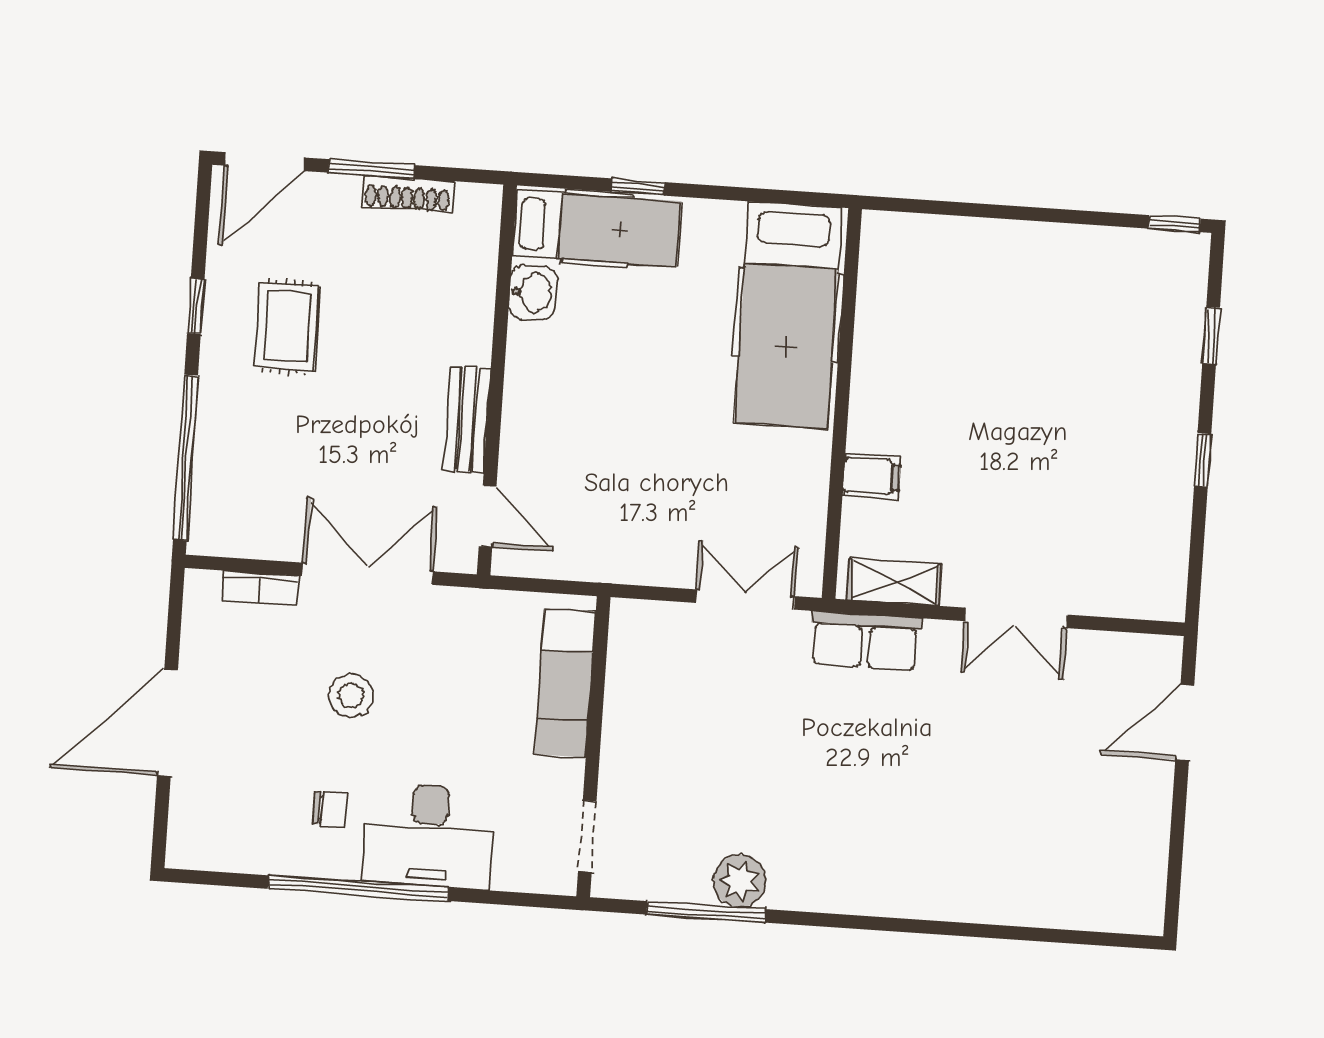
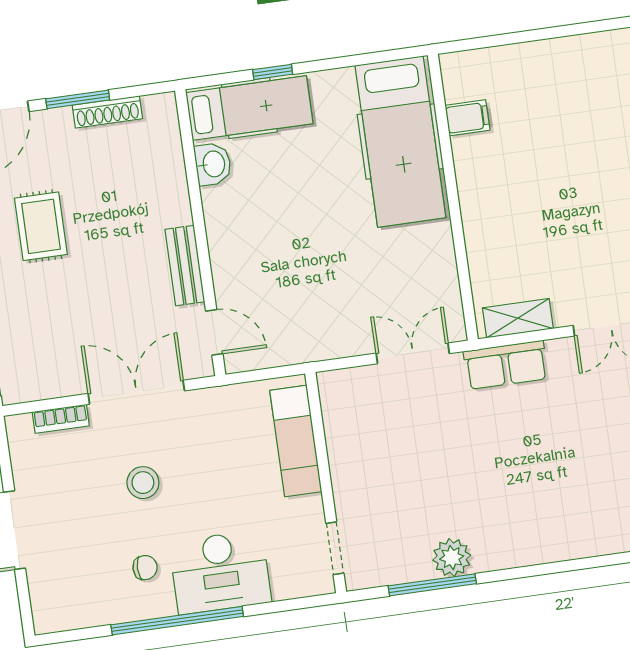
filing cabinet: (872, 476) -> (467, 118), moved

